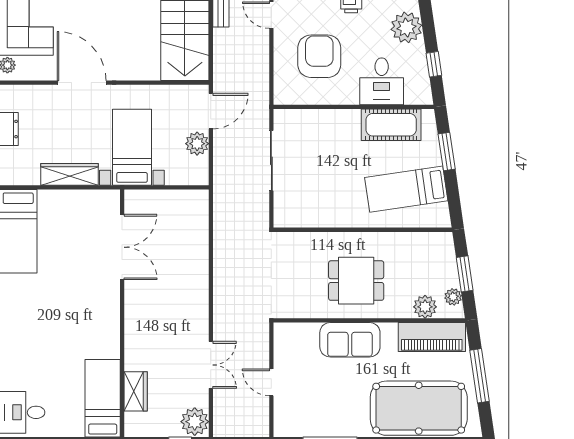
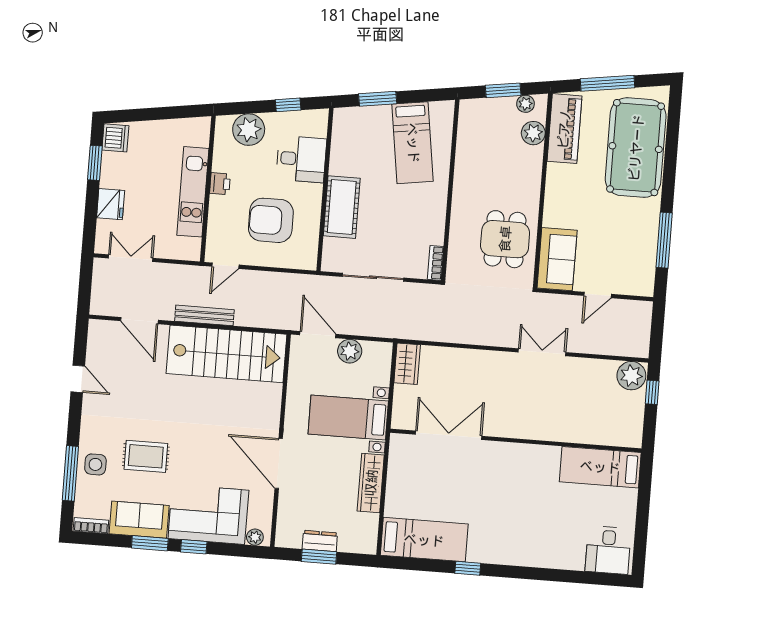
door: (82, 83) -> (279, 463), hinge flipped
cot: (391, 125) -> (342, 207), moved
bookcase: (290, 221) -> (436, 263), added
dining table: (356, 281) -> (505, 239), moved
sofa: (350, 340) -> (557, 259), moved
double door: (211, 365) -> (542, 352), moved
wardrobe: (136, 391) -> (407, 364), moved, turned 90

